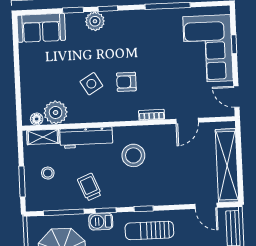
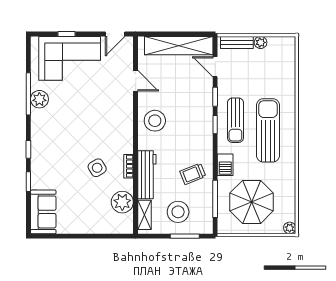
plant: (95, 21) -> (39, 99), moved
armchair: (126, 82) -> (97, 135), removed
bookcase: (152, 115) -> (128, 166), moved
floor lamp: (37, 119) -> (128, 220), removed
stool: (133, 155) -> (155, 121), moved
stool: (48, 173) -> (178, 212), width x1.89, depth x1.89
door: (206, 206) -> (215, 67), swing flipped
window: (106, 210) -> (215, 97), moved

